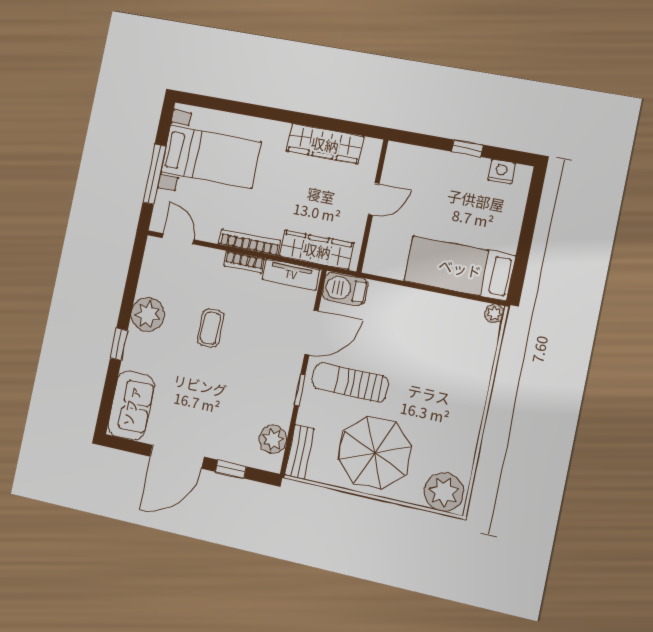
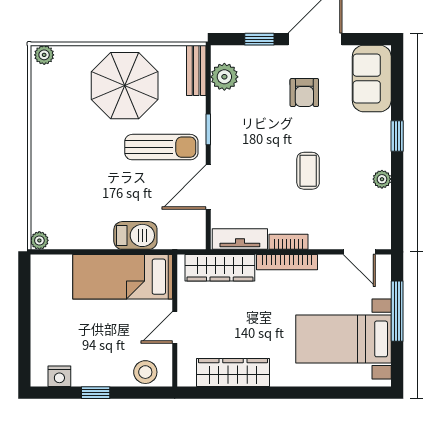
stool: (412, 160) -> (145, 372), added
bed: (460, 268) -> (123, 277), moved, turned 180
barbecue: (345, 289) -> (135, 235), moved
plant: (148, 314) -> (382, 179), width x0.53, depth x0.53
armchair: (198, 406) -> (304, 93), added
plant: (444, 492) -> (44, 55), width x0.53, depth x0.53

